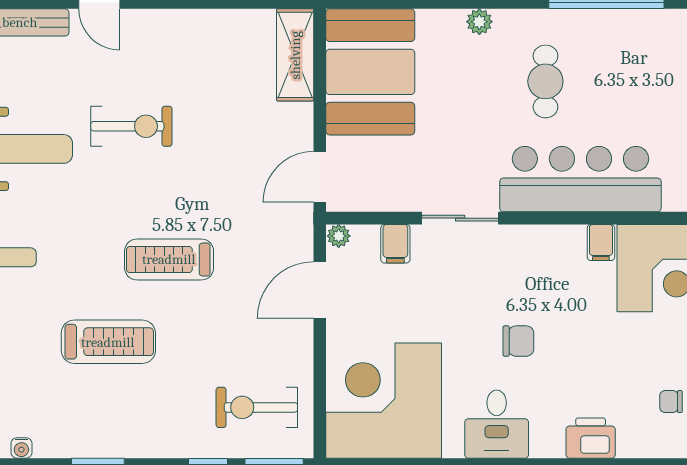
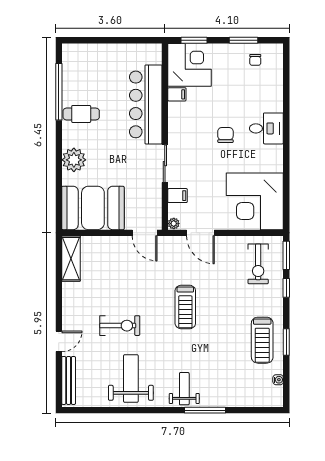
plant: (479, 22) -> (74, 160), width x1.87, depth x1.87
shelving: (295, 55) -> (71, 259), moved, turned 90
cafe table: (545, 81) -> (81, 114), moved
exercise bike: (131, 126) -> (120, 326), turned 90
treadmill: (108, 342) -> (262, 340), moved, turned 180
desk: (497, 424) -> (266, 128), moved
printer: (591, 438) -> (273, 99), removed

